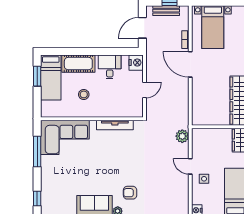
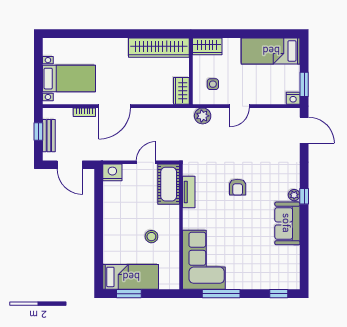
cot: (78, 64) -> (169, 184), moved
desk: (110, 67) -> (118, 205), removed
door: (144, 90) -> (146, 162), hinge flipped
wardrobe: (203, 119) -> (181, 91), added
tv unit: (115, 125) -> (189, 192), width x0.71
side table: (204, 179) -> (213, 84), moved
armchair: (130, 193) -> (238, 187), moved

